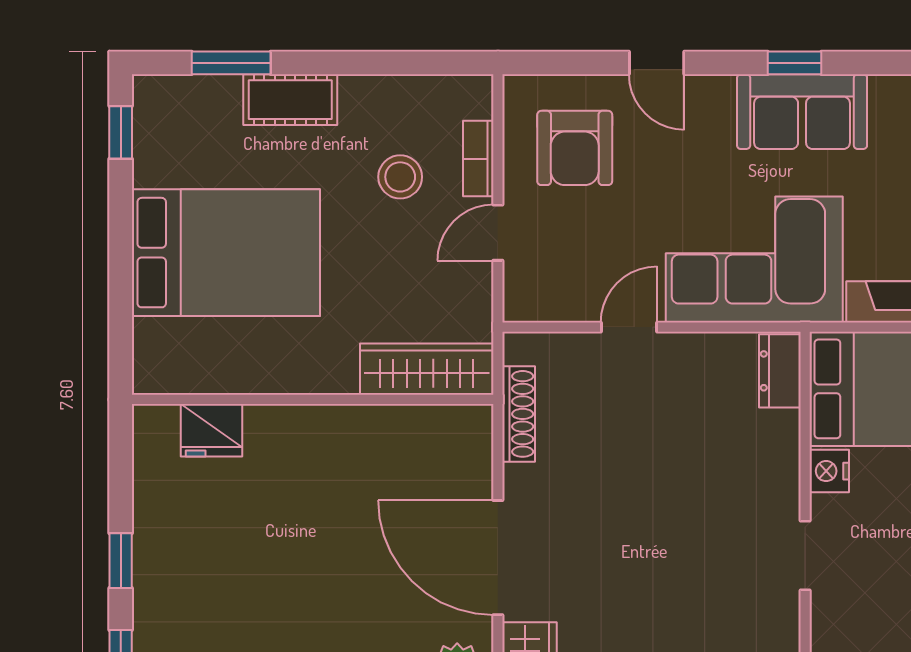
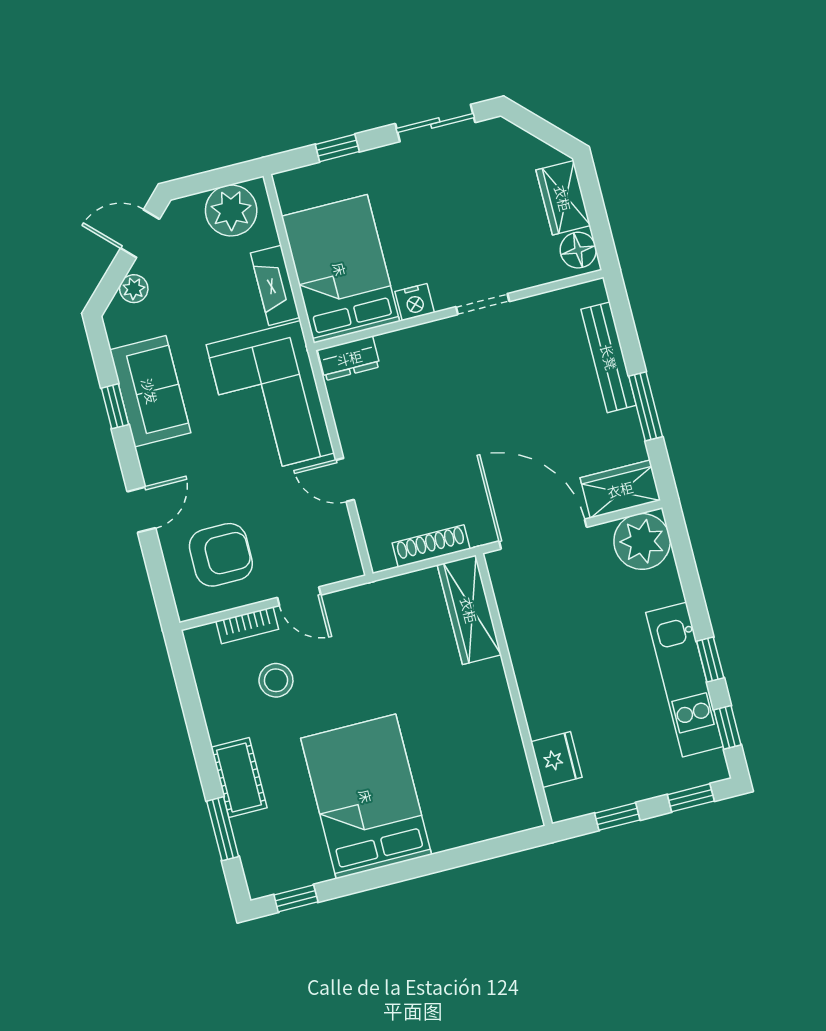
wardrobe: (427, 369) -> (469, 610), moved
wall: (313, 399) -> (514, 690), moved
fridge: (212, 430) -> (556, 759), moved
door: (498, 558) -> (543, 534), swing flipped

